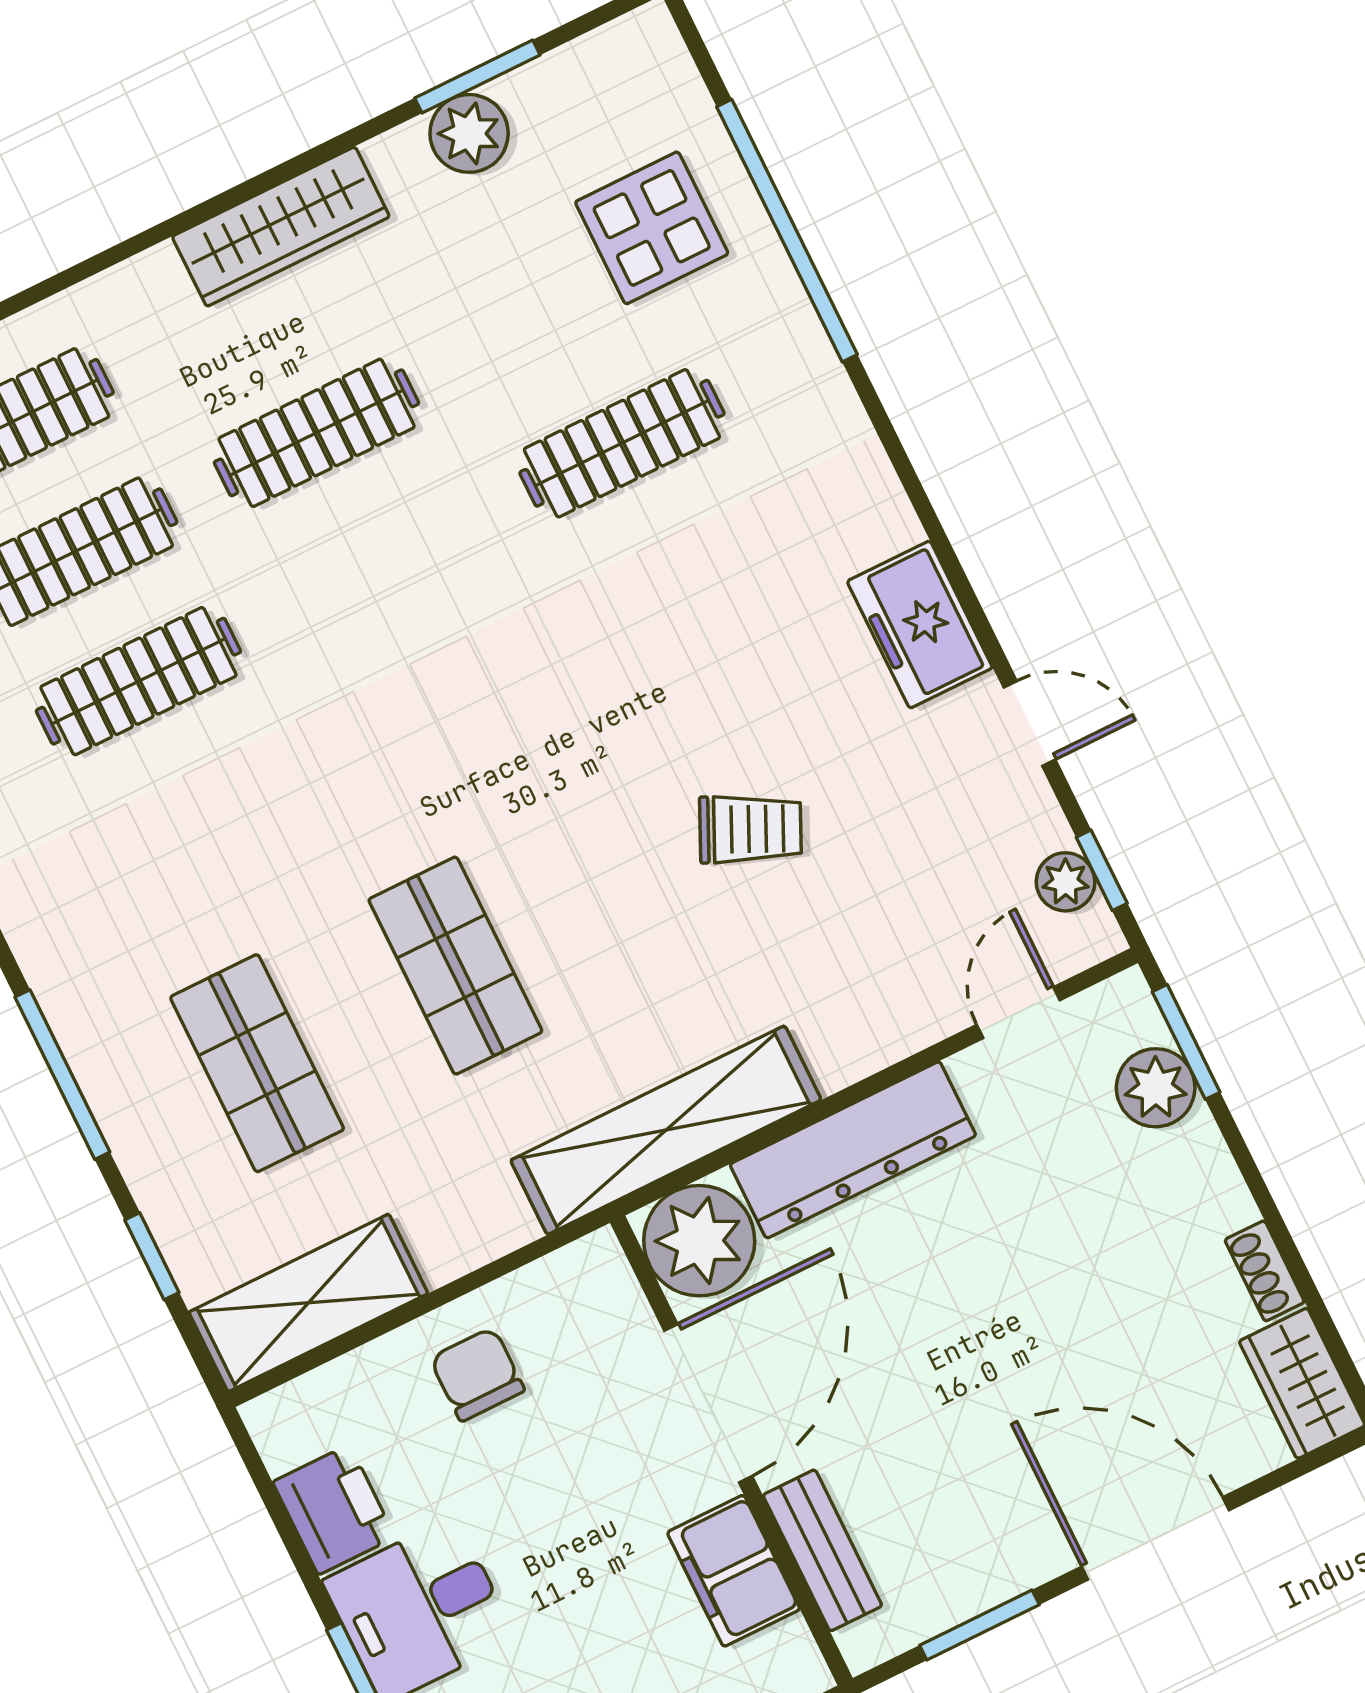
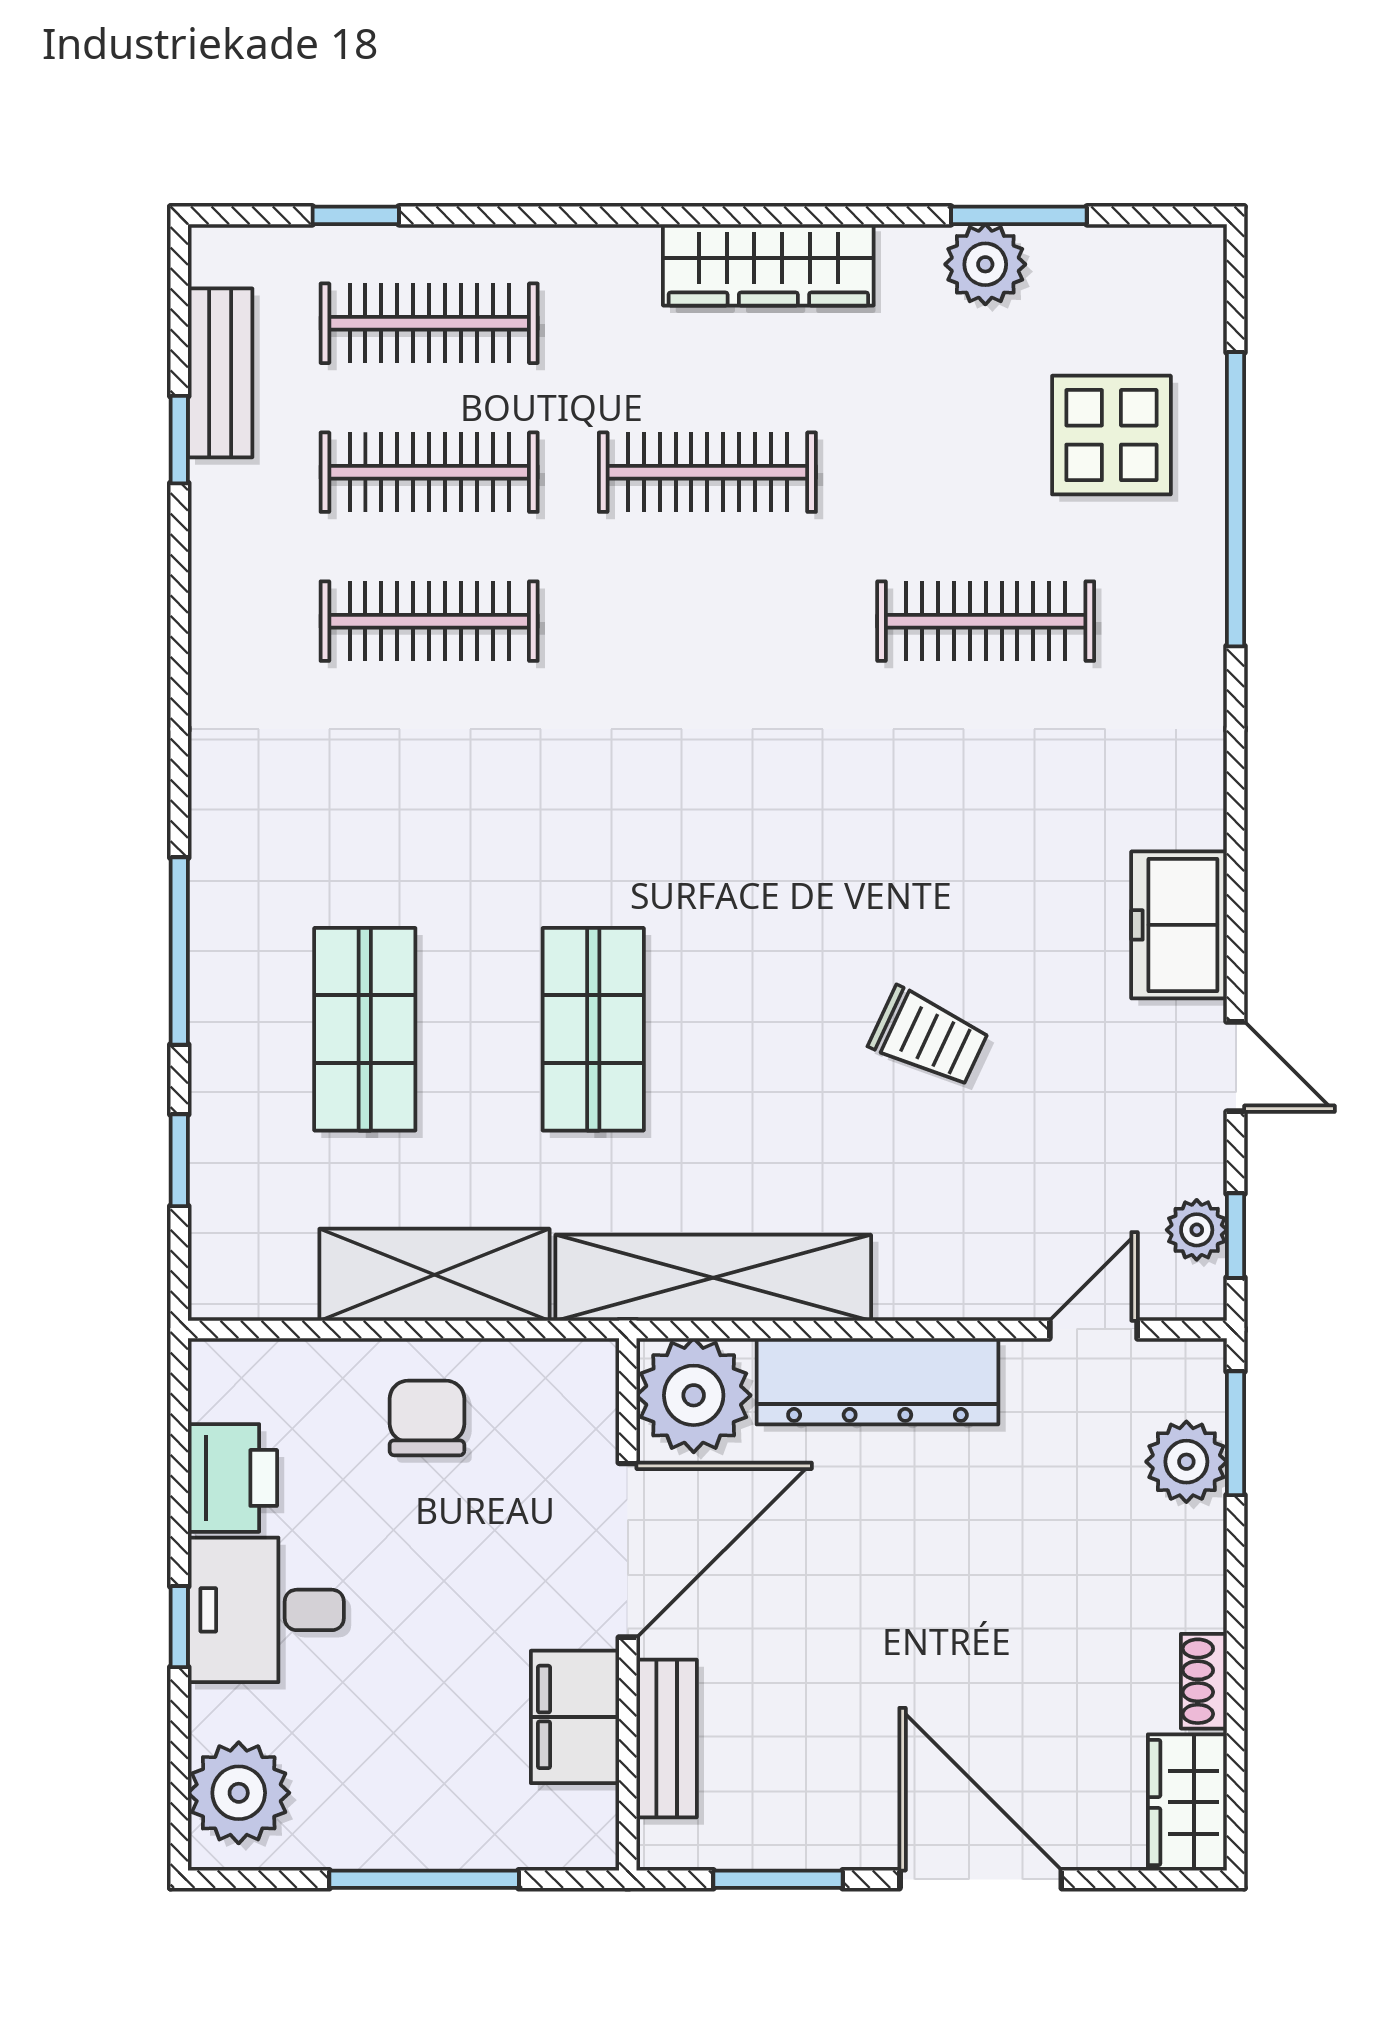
shelving: (308, 1303) -> (434, 1275), moved

